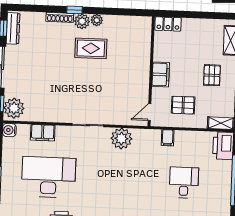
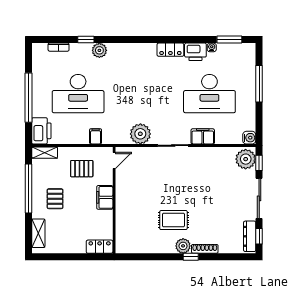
plant: (97, 20) -> (169, 248), removed
filing cabinet: (43, 133) -> (203, 136), moved
desk: (184, 183) -> (78, 94), width x1.87, depth x1.30

